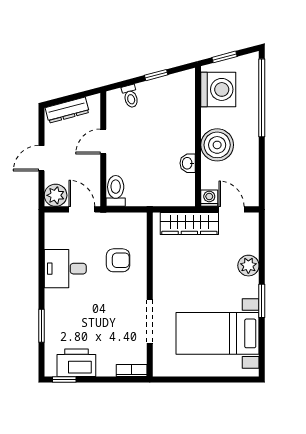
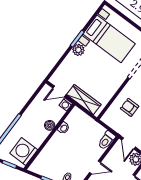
boiler: (217, 145) -> (50, 125), width x0.54, depth x0.54
door: (231, 209) -> (59, 91), hinge flipped
plant: (248, 266) -> (78, 50), moved

